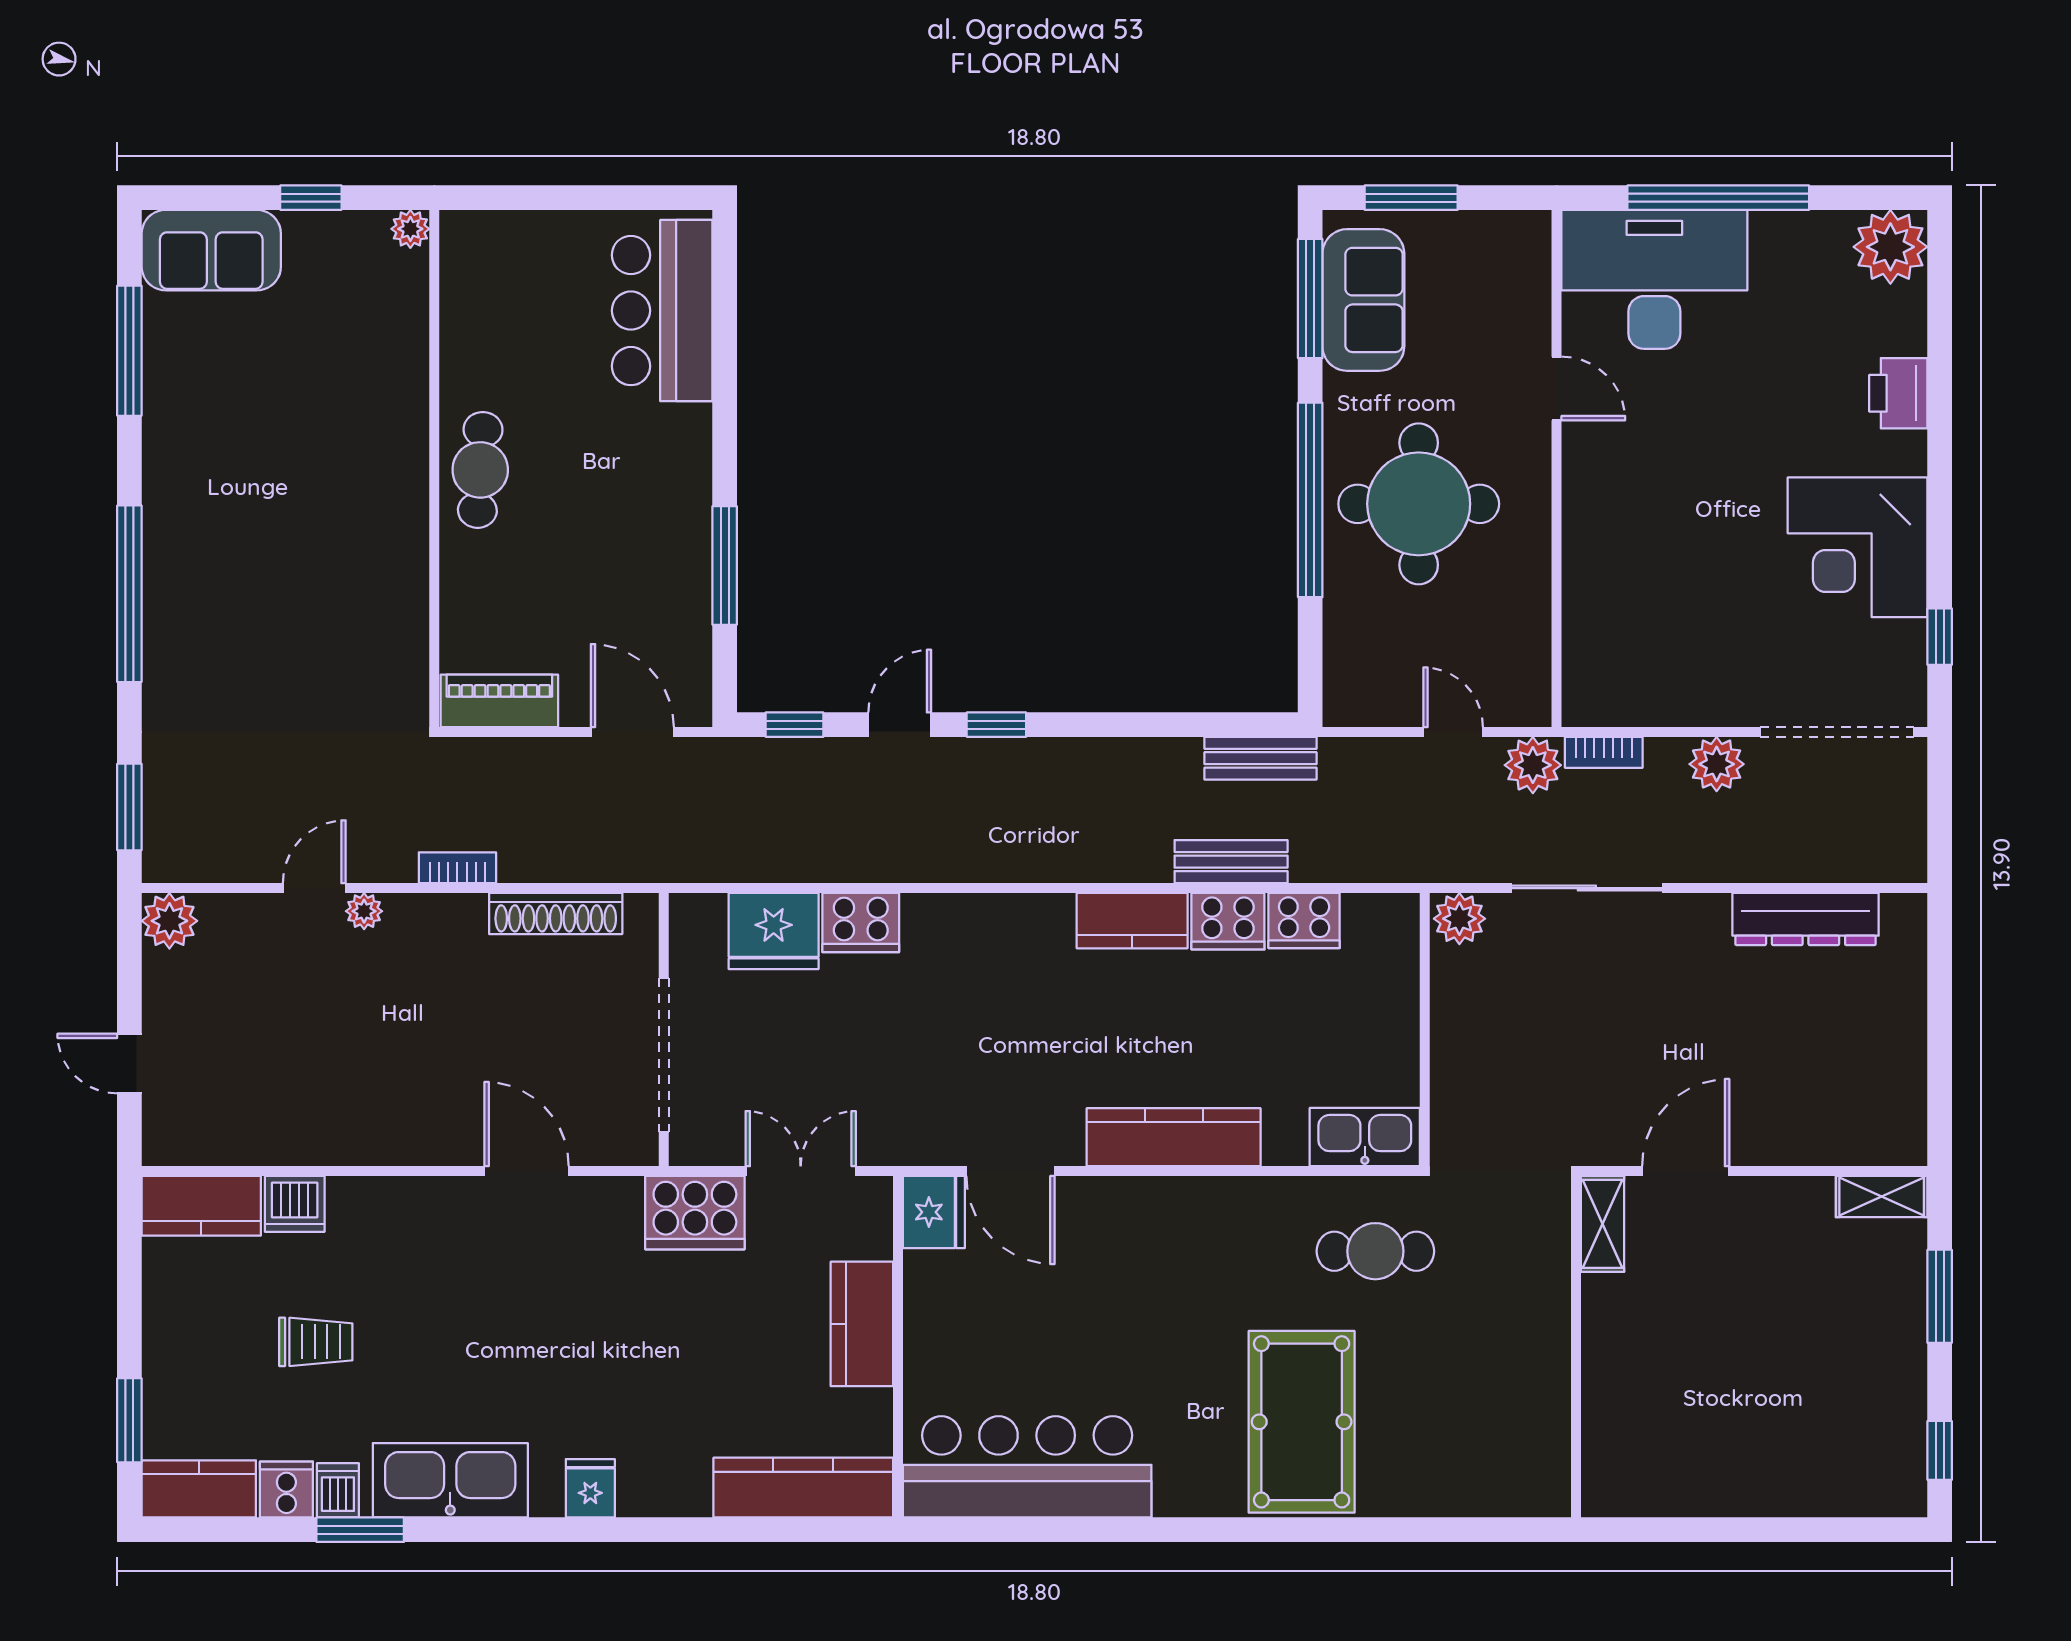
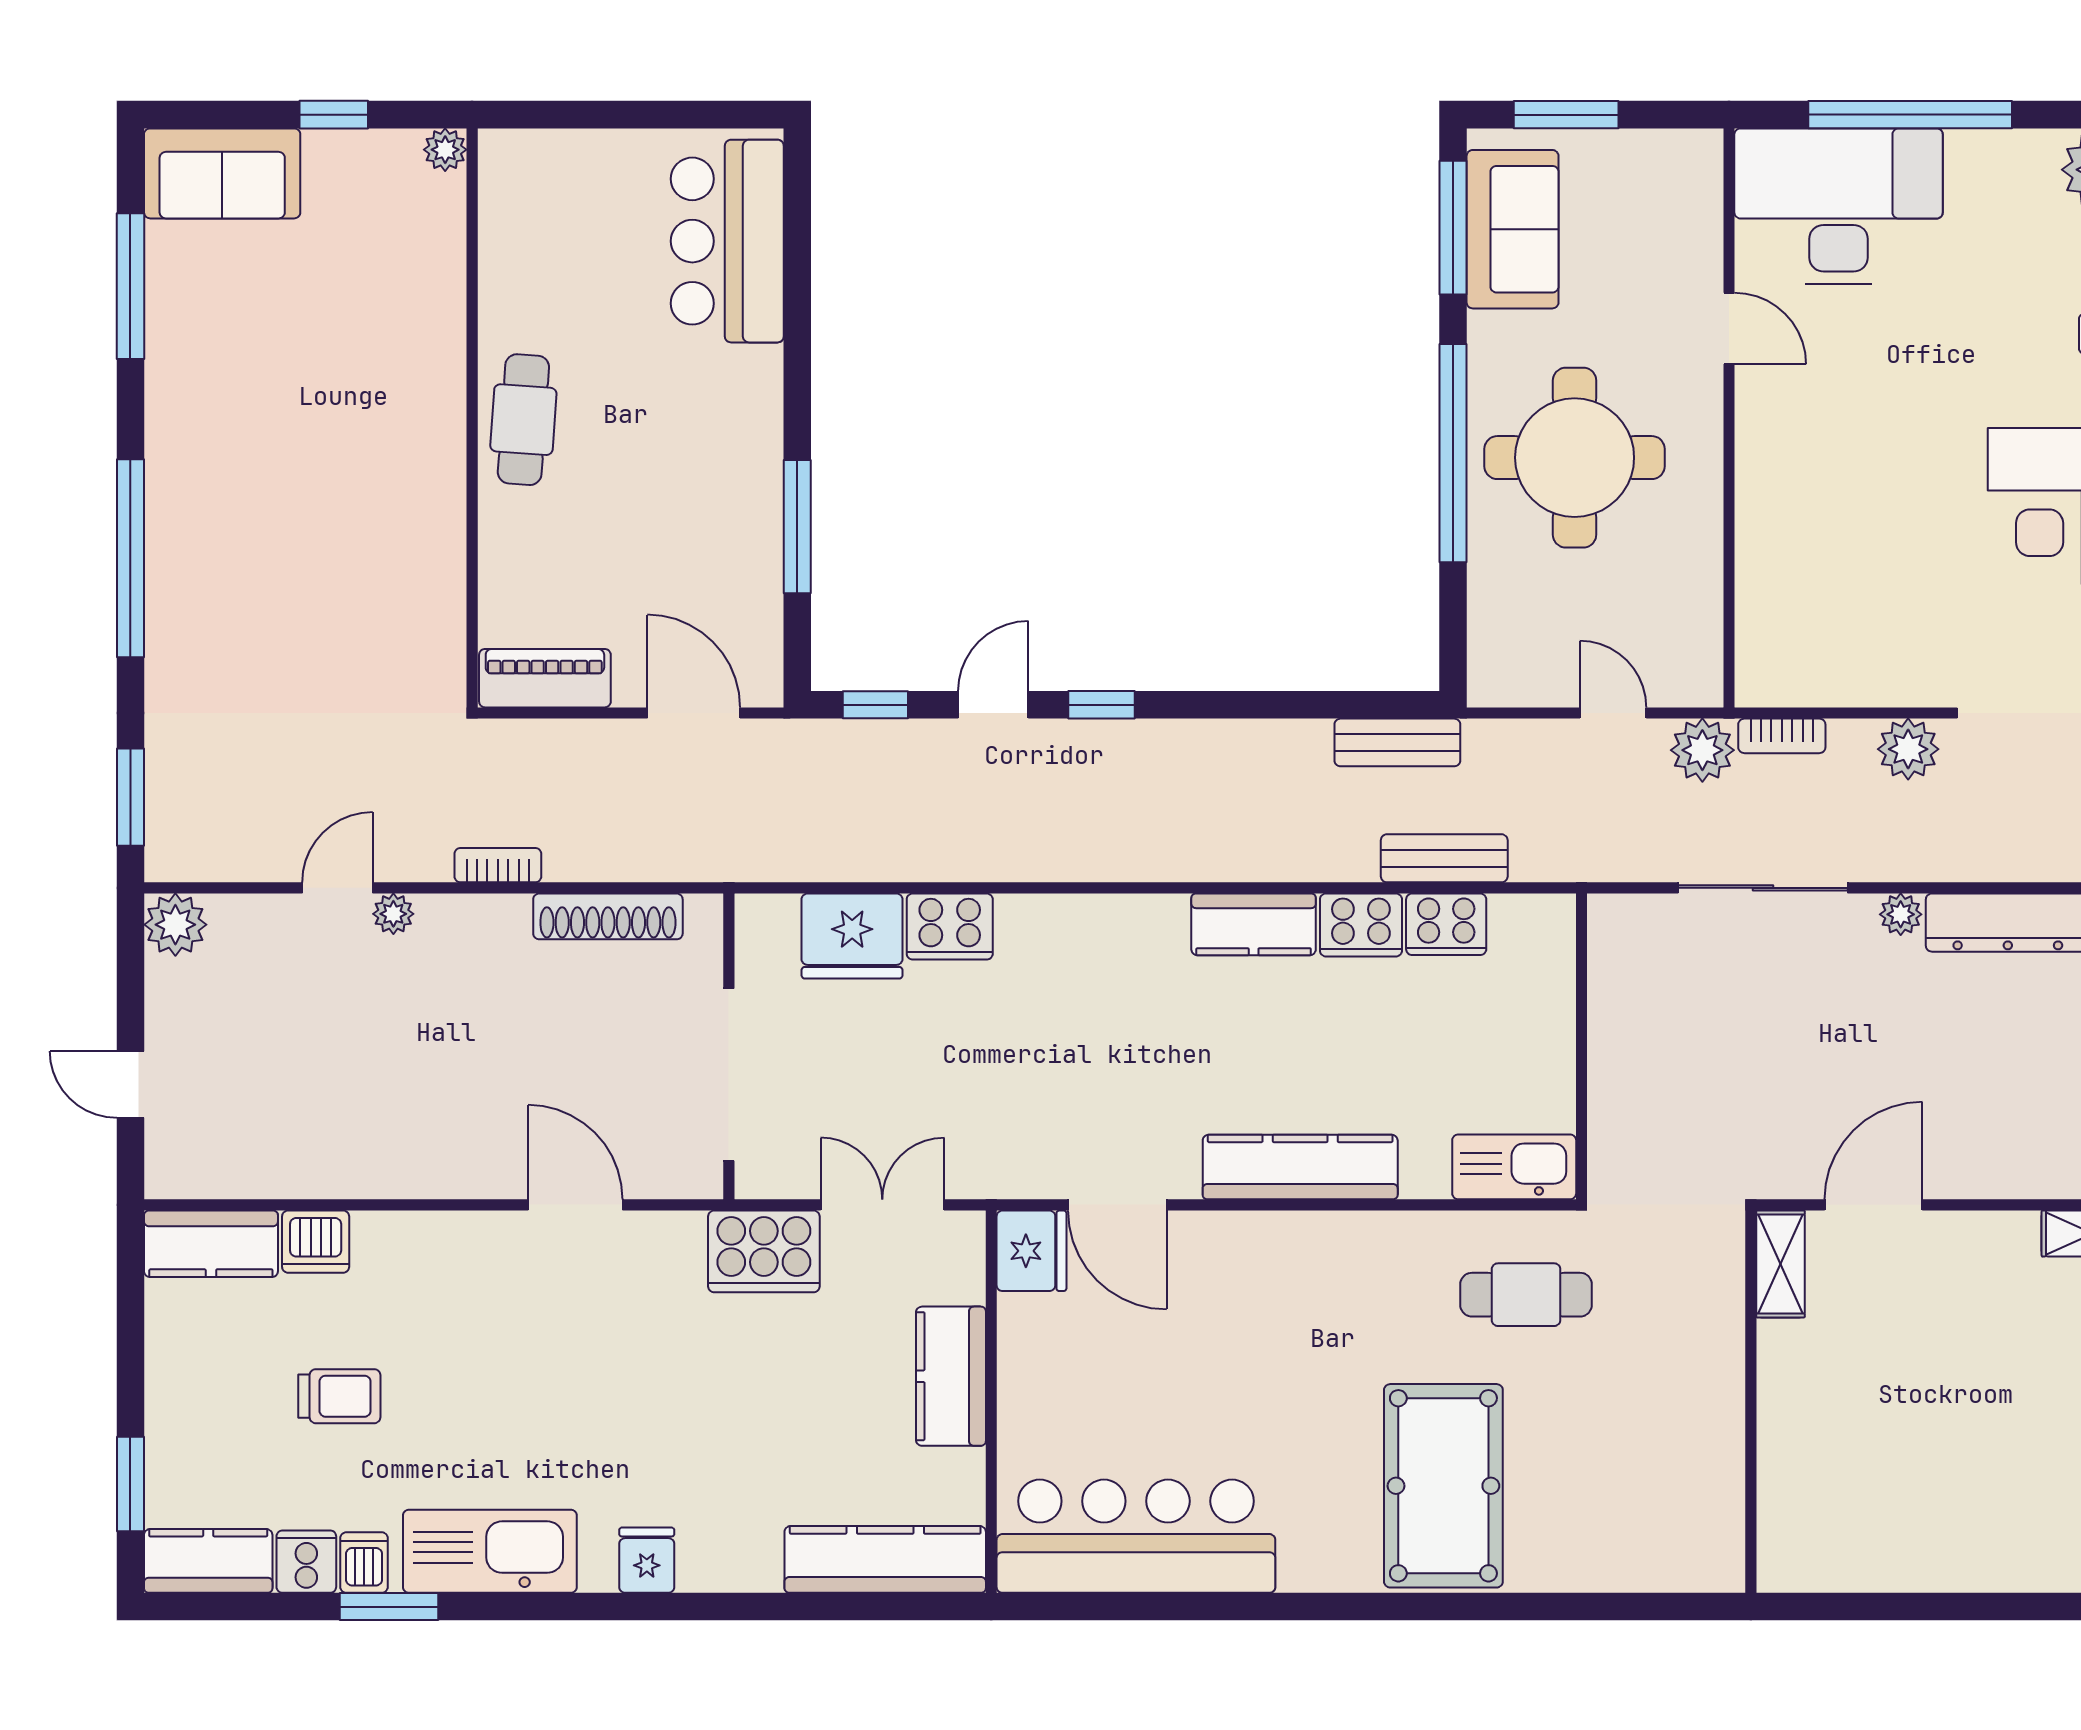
bench: (1231, 862) -> (1444, 858), moved
plant: (1459, 919) -> (1901, 914), moved, width x0.73, depth x0.73

